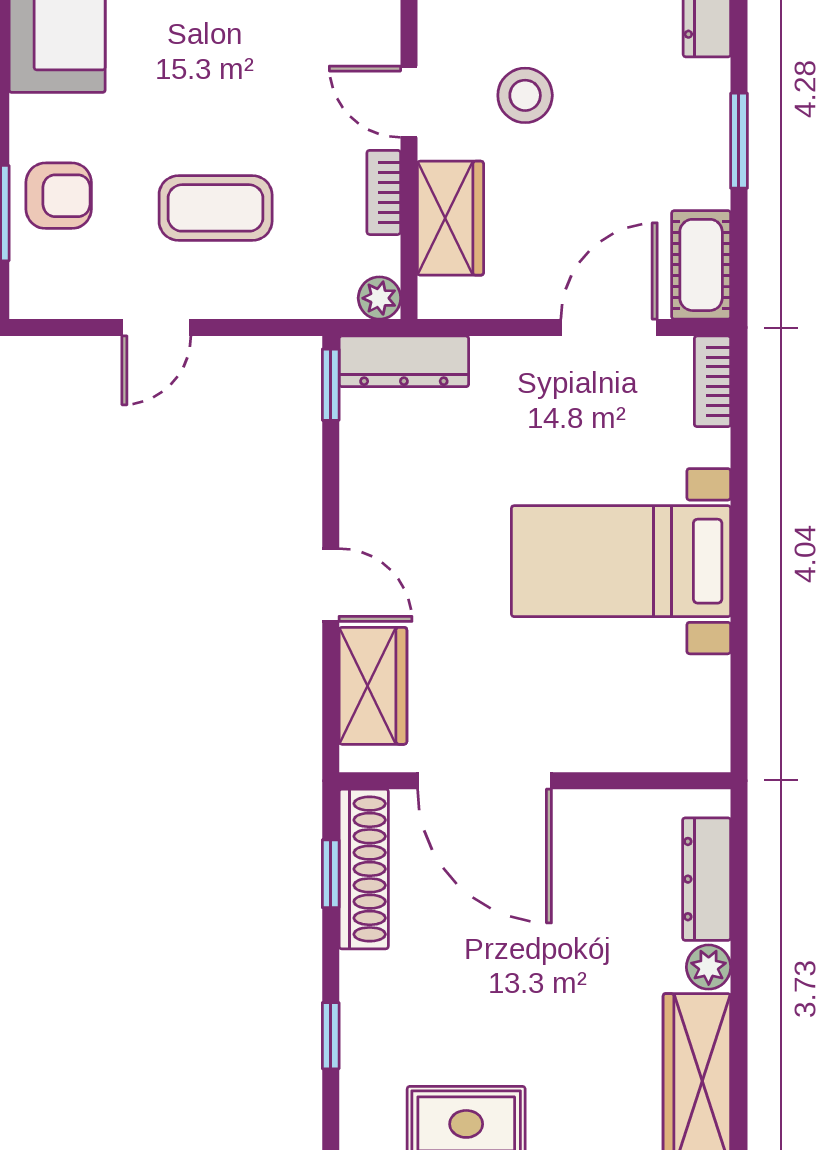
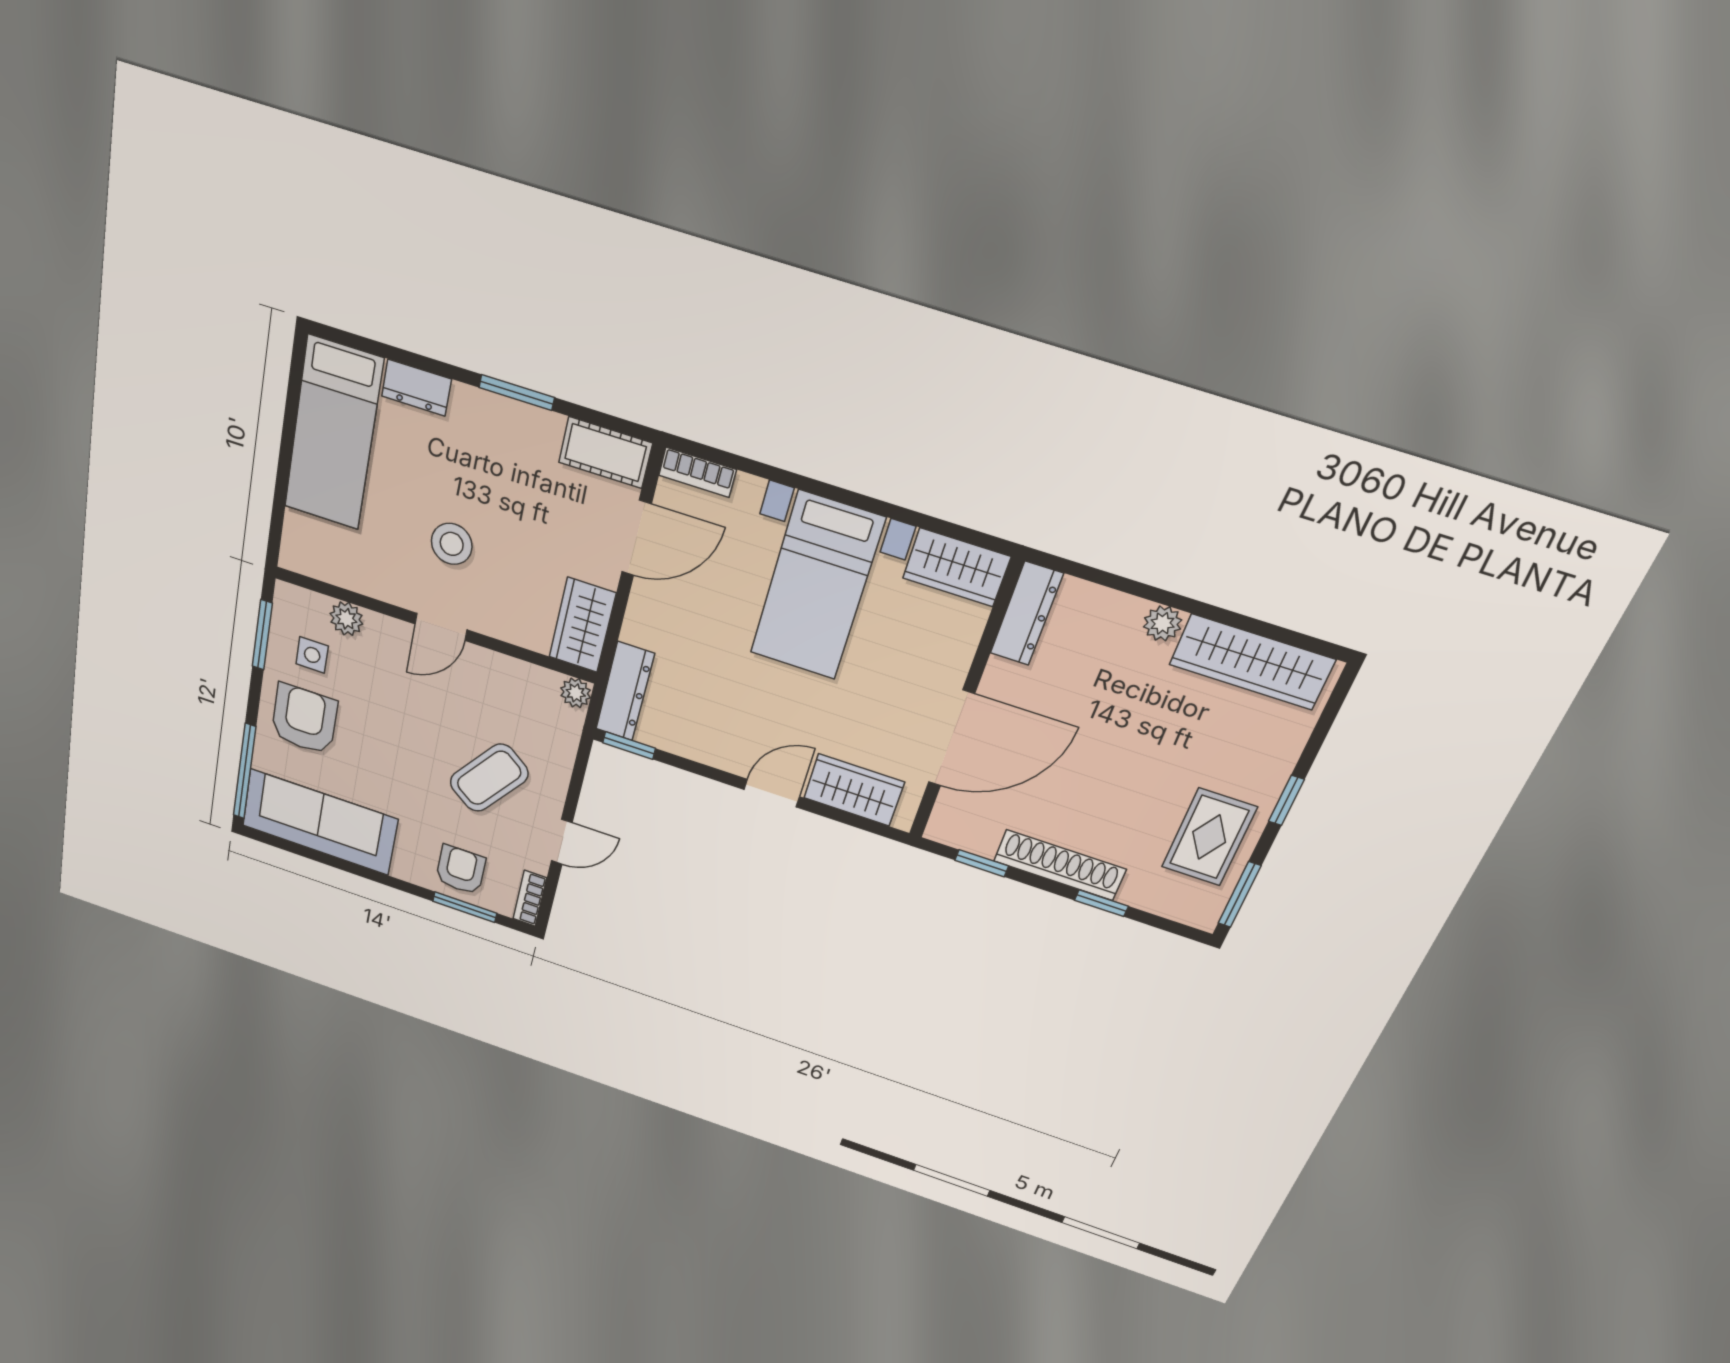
bookcase: (384, 192) -> (530, 898), moved, turned 90
coffee table: (216, 208) -> (489, 778), turned 37
wardrobe: (450, 218) -> (582, 625), moved, turned -90
door: (156, 328) -> (562, 842), hinge flipped
door: (609, 328) -> (636, 538), swing flipped
wardrobe: (698, 715) -> (956, 567), added
shoe rack: (364, 869) -> (1060, 865), moved
dresser: (707, 879) -> (1026, 614), moved, turned -90

